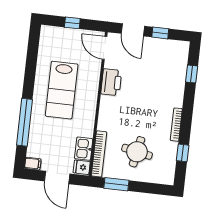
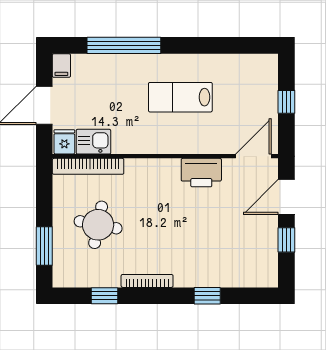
window: (192, 74) -> (207, 296), moved
lab bench: (62, 90) -> (180, 97), width x0.73, depth x0.72
window: (116, 184) -> (44, 246), moved

